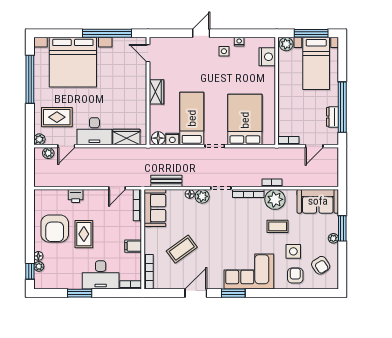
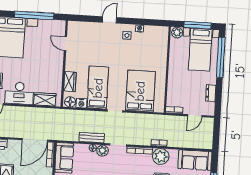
door: (148, 53) -> (65, 44), moved
nightstand: (267, 57) -> (161, 42), removed
wardrobe: (156, 92) -> (70, 82), moved
window: (342, 107) -> (221, 57), moved
bench: (166, 181) -> (92, 138), moved
door: (117, 188) -> (35, 140), width x1.87

